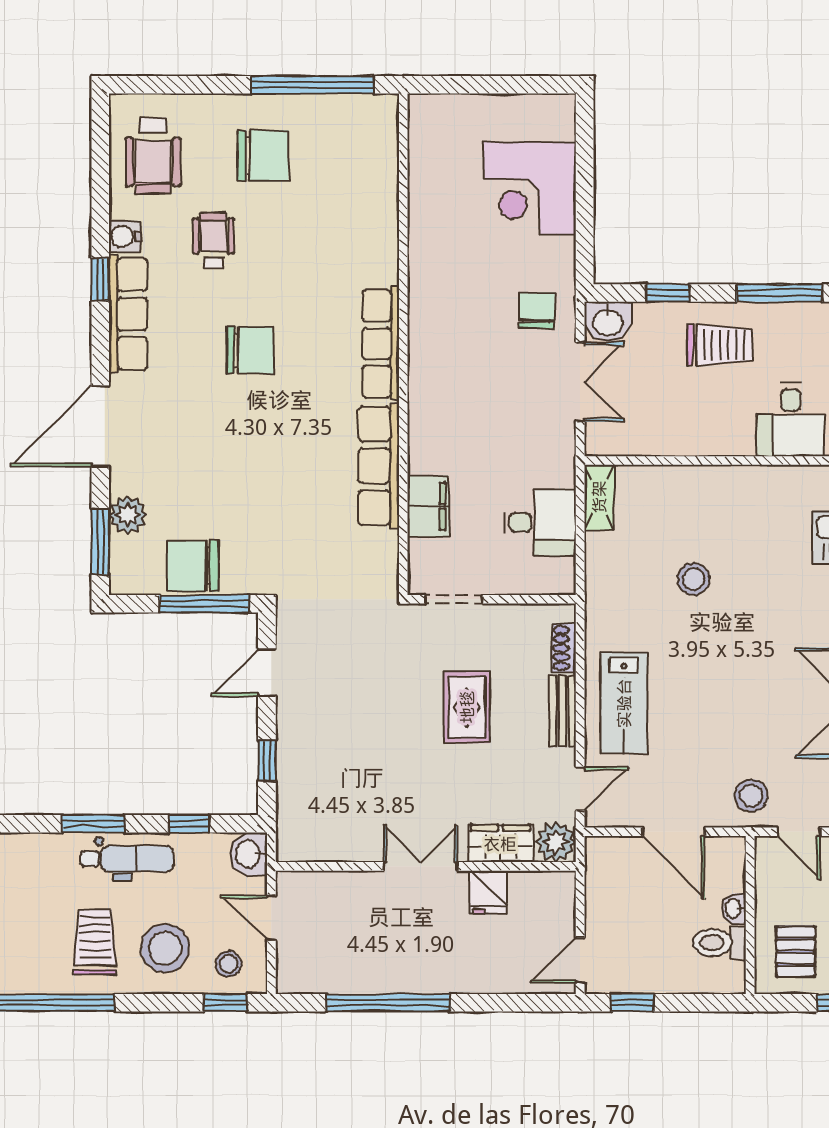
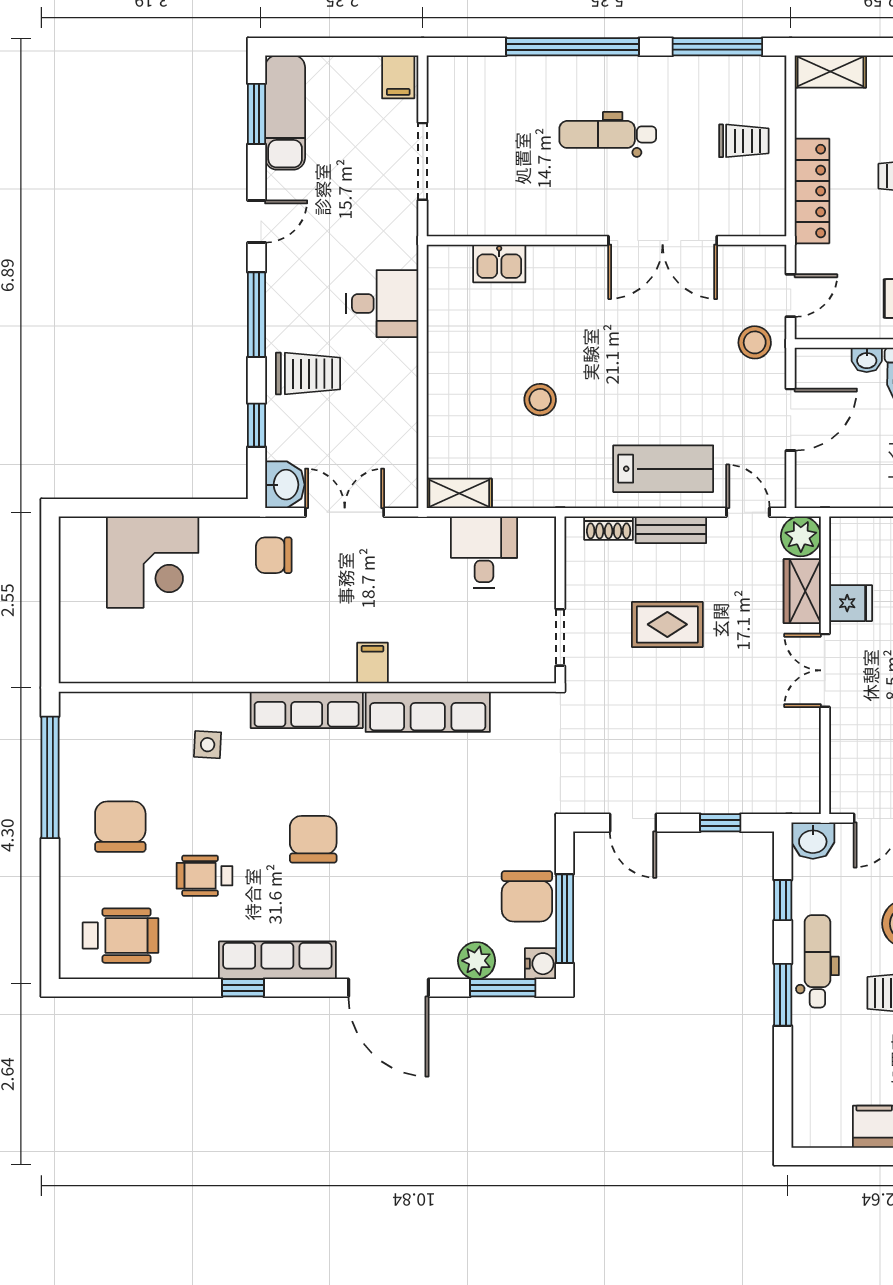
water cooler: (125, 237) -> (540, 964), moved, turned -90
side table: (346, 244) -> (208, 745), added
trolley: (720, 345) -> (308, 374), turned 90
filing cabinet: (428, 506) -> (373, 663), moved, width x0.50
window: (204, 604) -> (565, 919), moved

